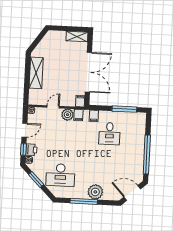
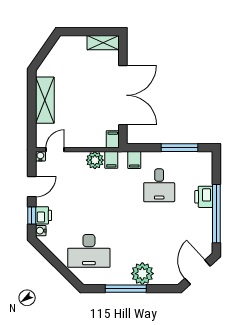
door: (53, 107) -> (55, 150), moved
printer: (139, 143) -> (204, 197), added
window: (36, 180) -> (53, 259), removed
door: (132, 193) -> (198, 272), hinge flipped

